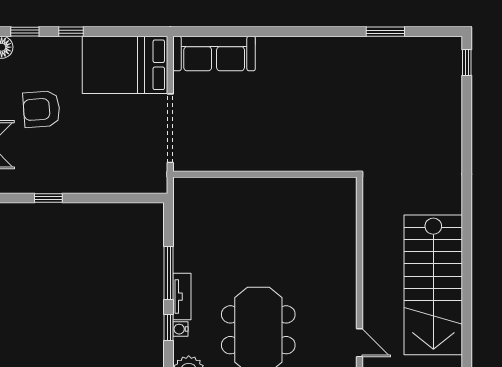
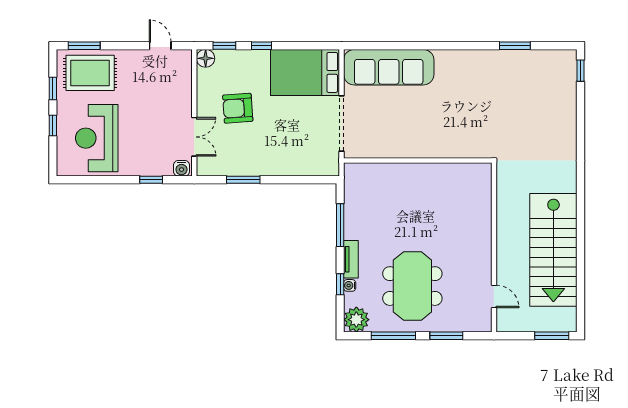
sofa: (214, 53) -> (389, 67), width x1.36, depth x1.27
window: (48, 198) -> (243, 180), width x1.50
window: (169, 273) -> (340, 225), moved

